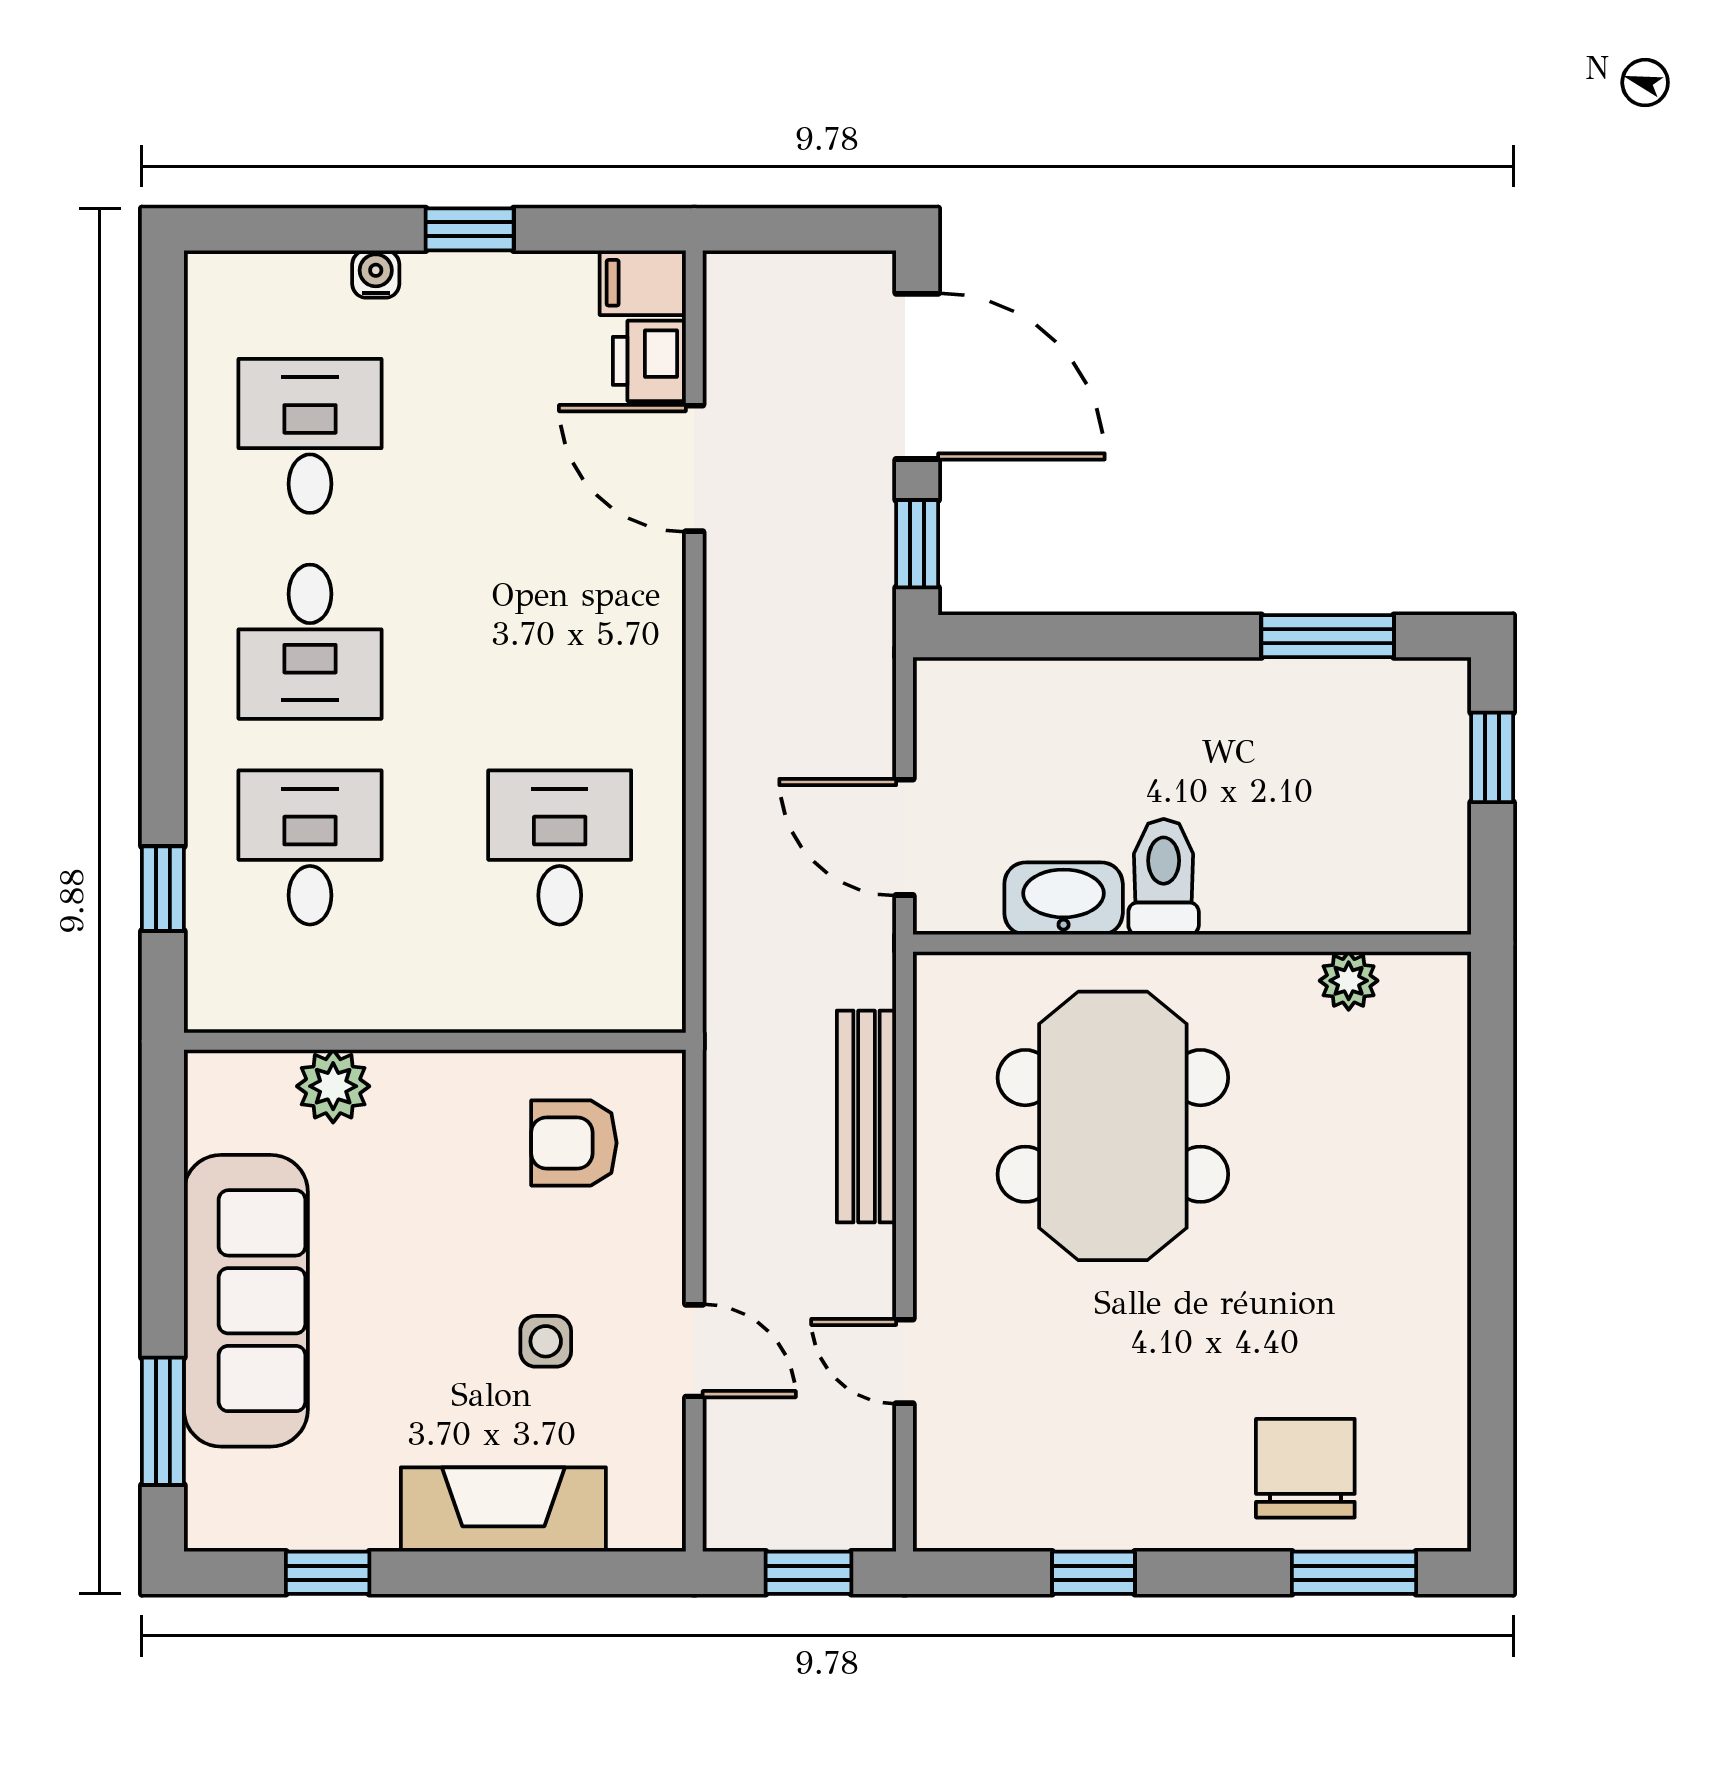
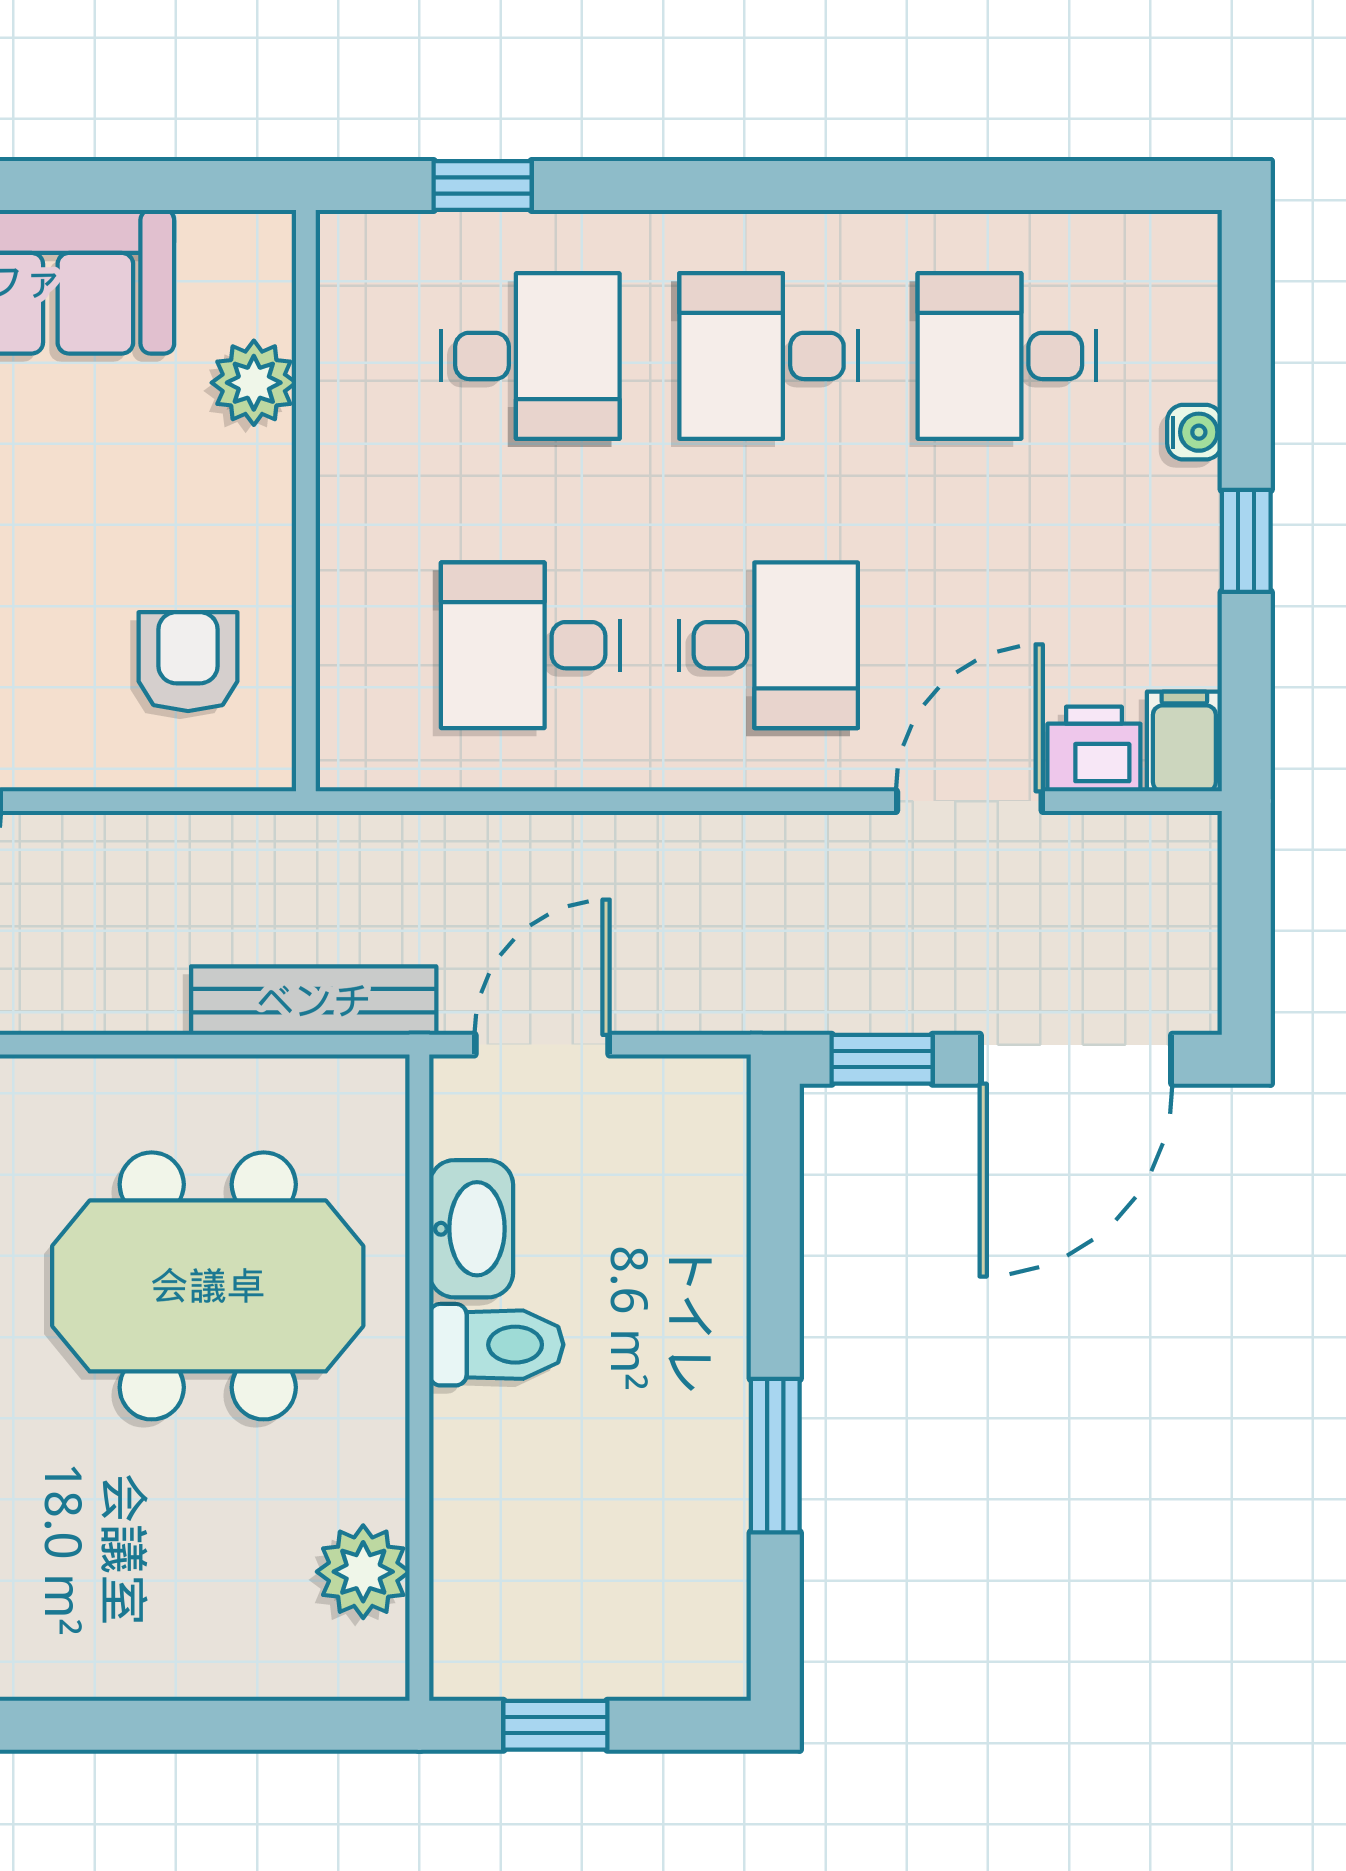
desk: (310, 436) -> (1007, 356), turned 180
window: (1328, 636) -> (775, 1456), moved
desk: (560, 642) -> (769, 645), added
window: (1492, 757) -> (555, 1725), moved
desk: (560, 847) -> (530, 645), turned 180
plant: (1349, 981) -> (363, 1572), width x1.38, depth x1.38
bench: (867, 1117) -> (314, 1001), moved

